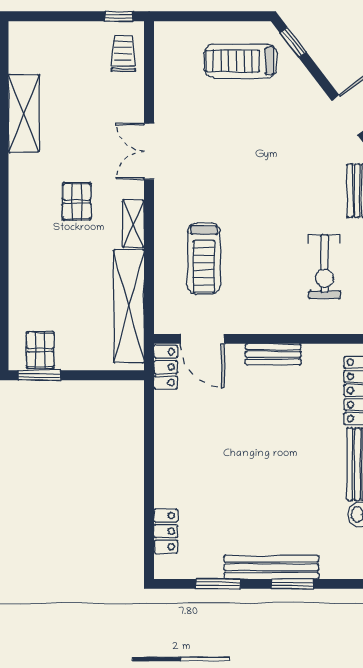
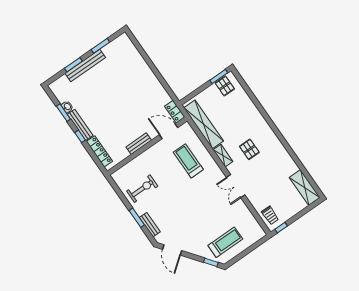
shelving: (24, 113) -> (305, 188), moved
double door: (149, 151) -> (236, 186), swing flipped
exercise bike: (325, 267) -> (142, 189), turned 90
locker: (166, 531) -> (133, 52), removed

